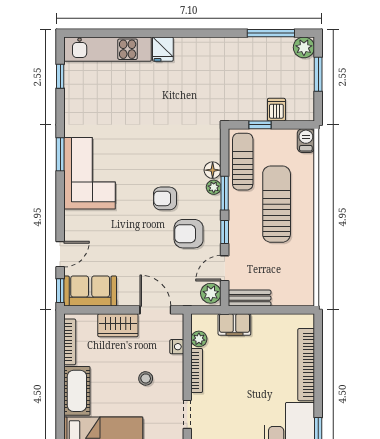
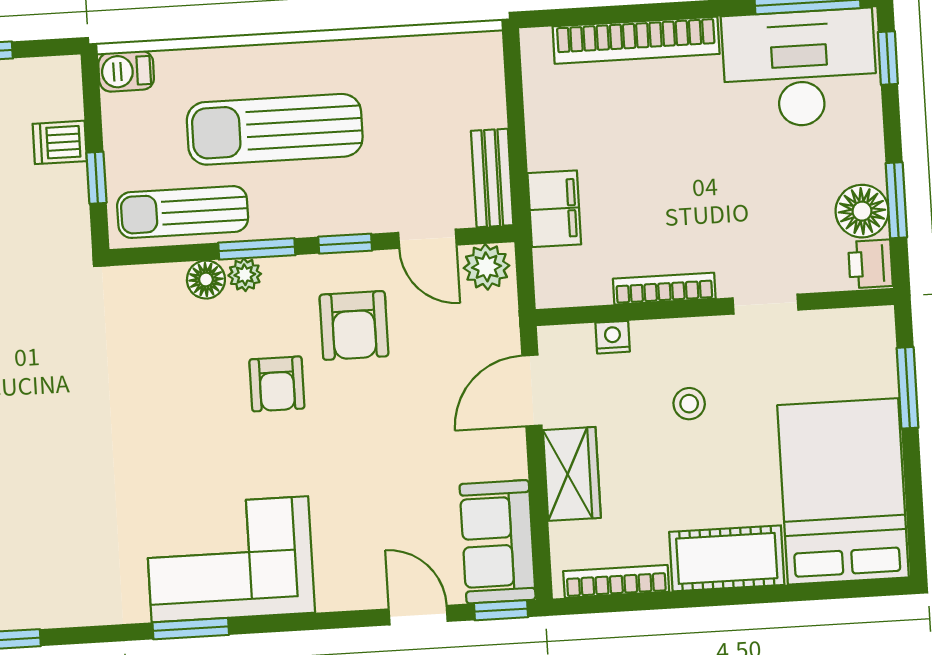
plant: (199, 339) -> (592, 288), removed

